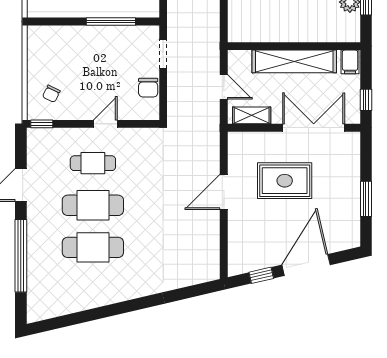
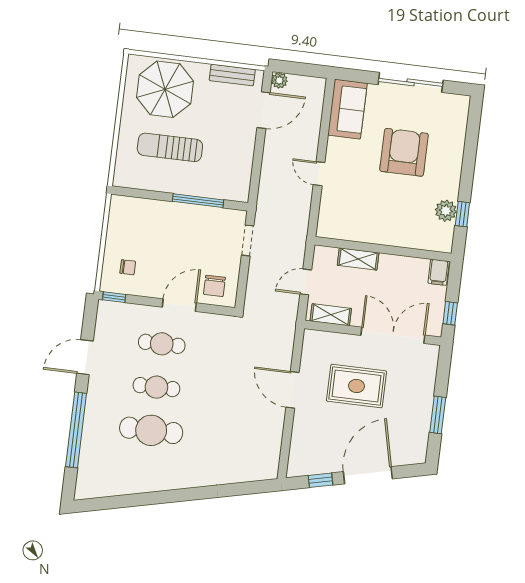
shelving: (294, 61) -> (358, 259), width x0.45, depth x0.75
door: (224, 87) -> (306, 282), swing flipped
chair: (148, 88) -> (214, 286), moved
chair: (51, 94) -> (128, 267), turned -116
door: (105, 124) -> (179, 305), width x1.38
door: (224, 192) -> (293, 390), hinge flipped
cafe table: (93, 205) -> (156, 387), width x0.73, depth x0.74

